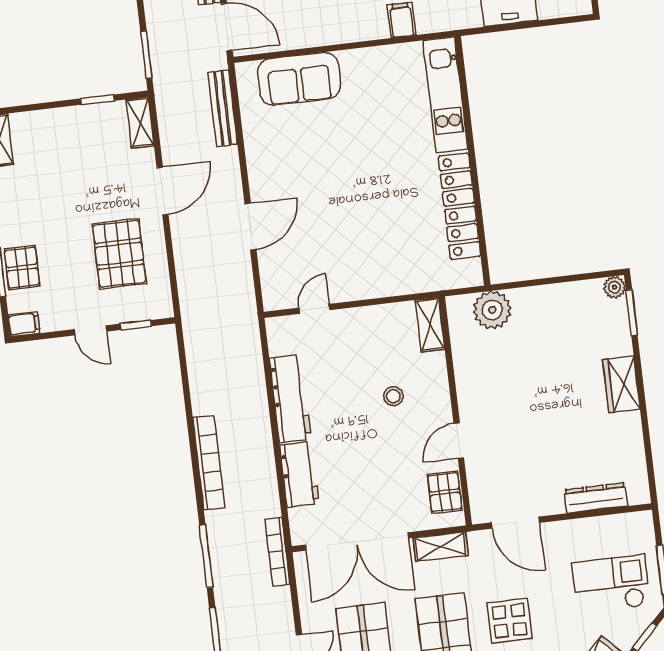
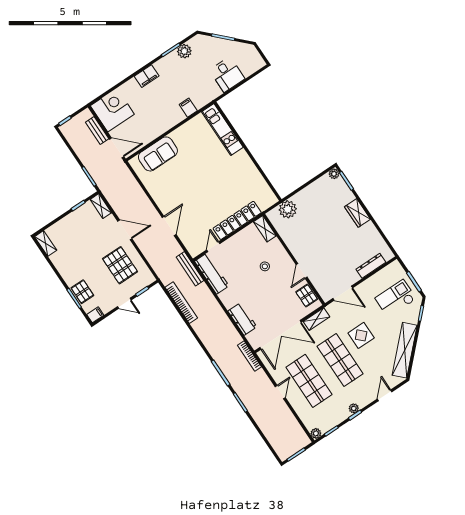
bench: (223, 108) -> (190, 269), moved
door: (163, 191) -> (125, 230), hinge flipped
locker: (459, 206) -> (237, 220), moved, turned 90
workbench: (290, 399) -> (212, 274), moved
bookcase: (209, 463) -> (181, 303), moved

